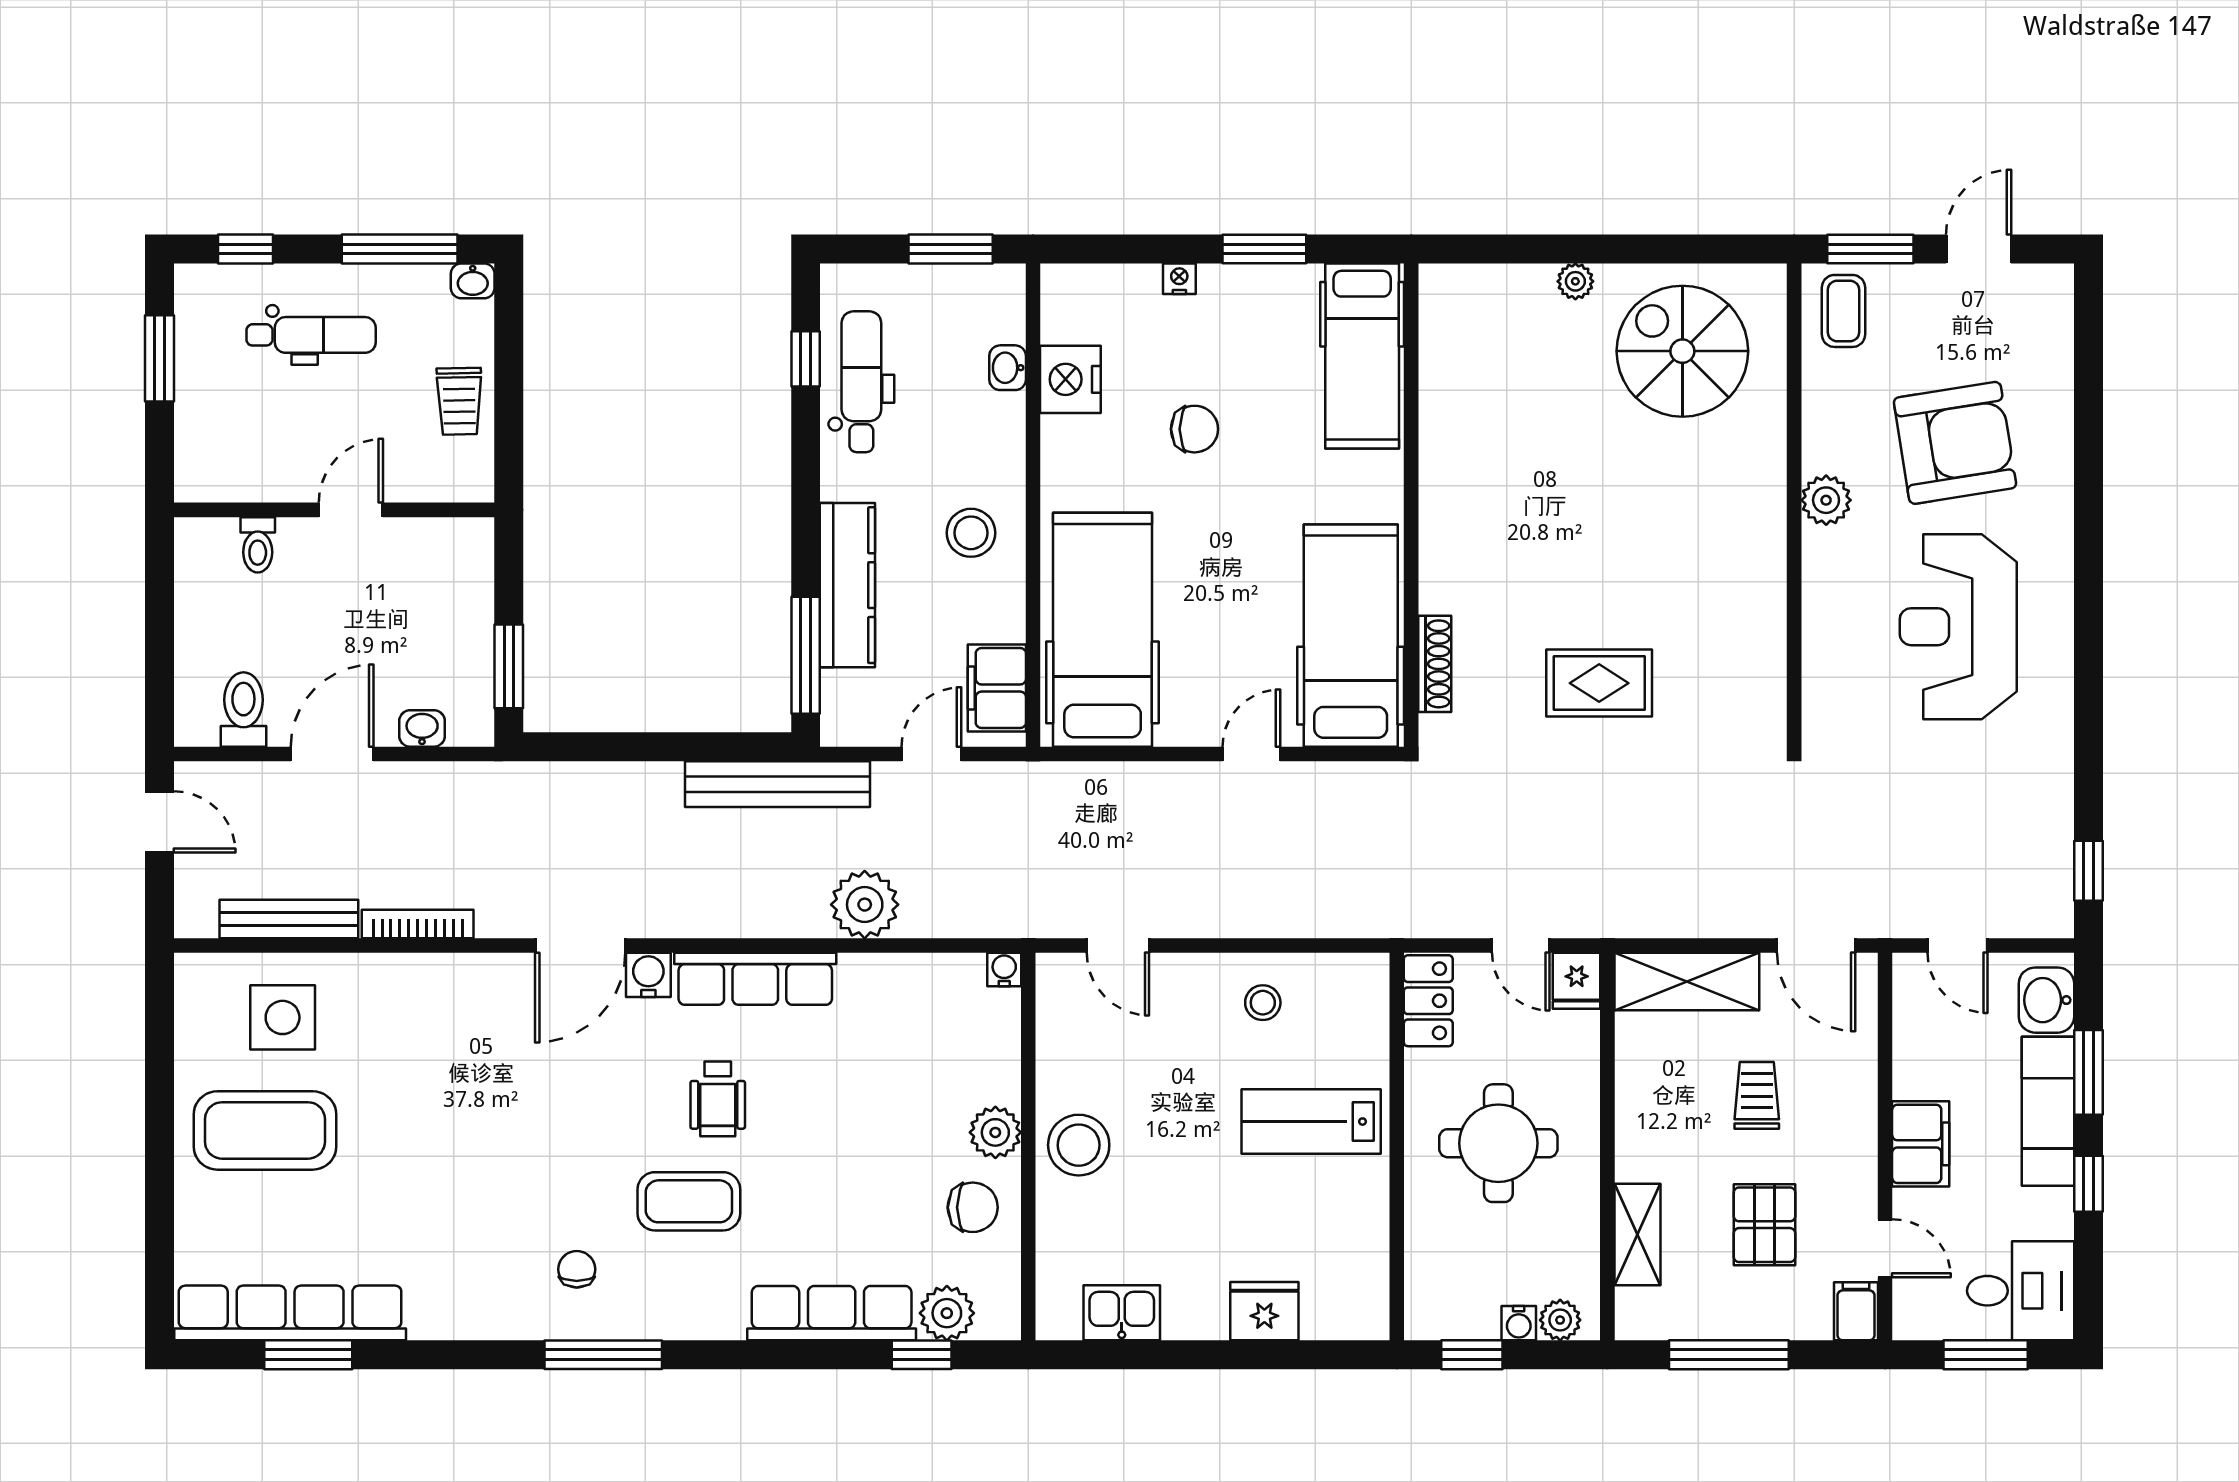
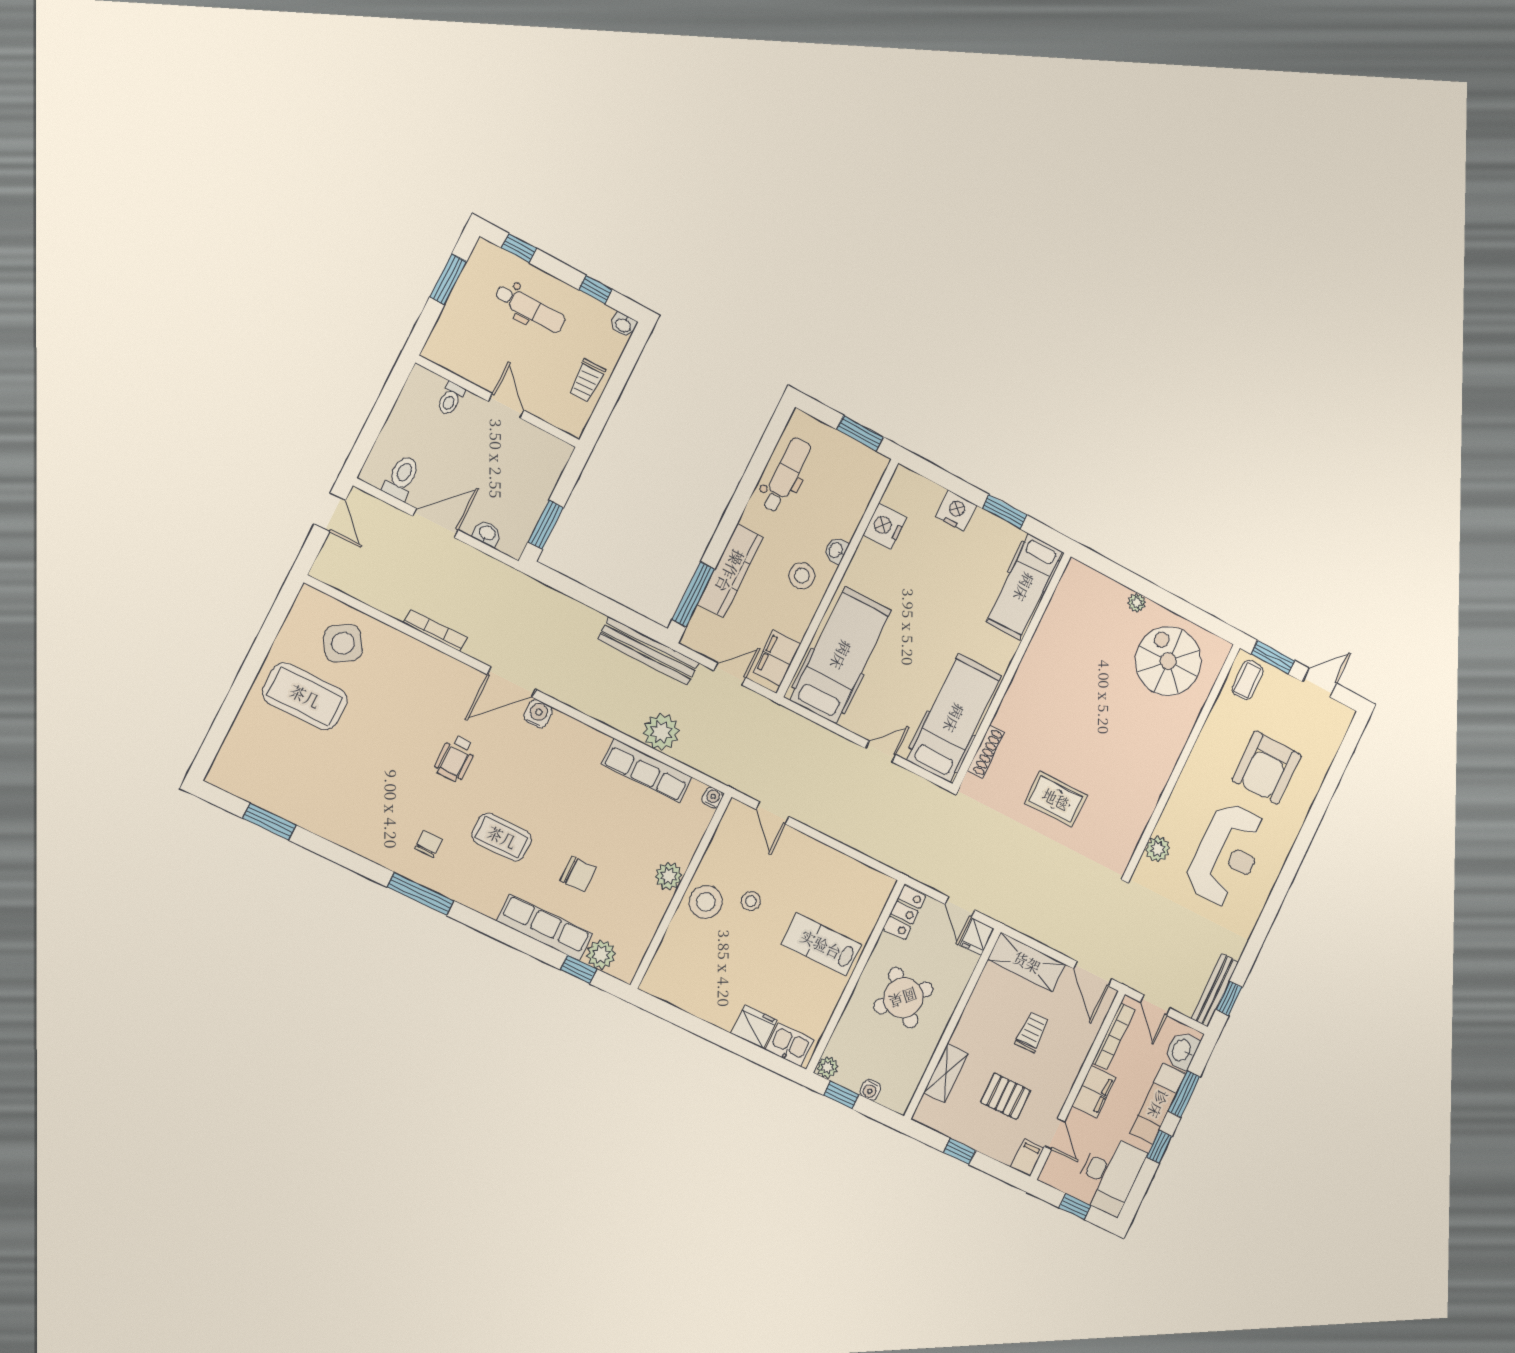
window: (400, 249) -> (595, 290), width x0.46
nightstand: (1179, 279) -> (956, 511), width x1.89, depth x1.79
window: (806, 359) -> (765, 449), removed
washbasin: (1008, 368) -> (836, 550), moved
chair: (1194, 429) -> (931, 581), removed
armchair: (1955, 443) -> (1266, 768), turned 99
plant: (1826, 500) -> (1158, 849), moved
door: (351, 510) -> (506, 406), hinge flipped
reception desk: (1958, 627) -> (1227, 855), turned 180
bench: (289, 919) -> (1215, 990), moved, turned 90
row of seats: (755, 979) -> (647, 771), moved
stool: (1263, 1003) -> (751, 901), moved
side table: (283, 1017) -> (343, 643), turned -31
bookcase: (1908, 1034) -> (1114, 1036), added
wheelchair: (718, 1099) -> (455, 758), moved
round table: (1498, 1143) -> (903, 998), turned 45
chair: (973, 1207) -> (578, 874), moved
pallet: (1764, 1225) -> (1006, 1096), turned 90
desk: (2021, 1291) -> (1109, 1174), width x1.37
row of seats: (290, 1313) -> (271, 796), removed
kitchen sink: (1122, 1313) -> (790, 1045), moved
plant: (1560, 1320) -> (827, 1067), moved
window: (1729, 1355) -> (960, 1151), width x0.46
window: (1986, 1355) -> (1075, 1207), width x0.67

